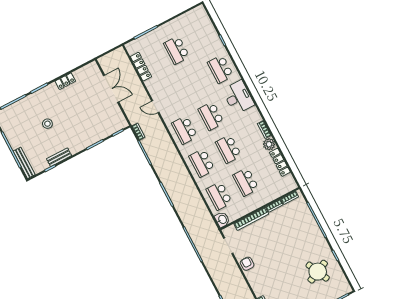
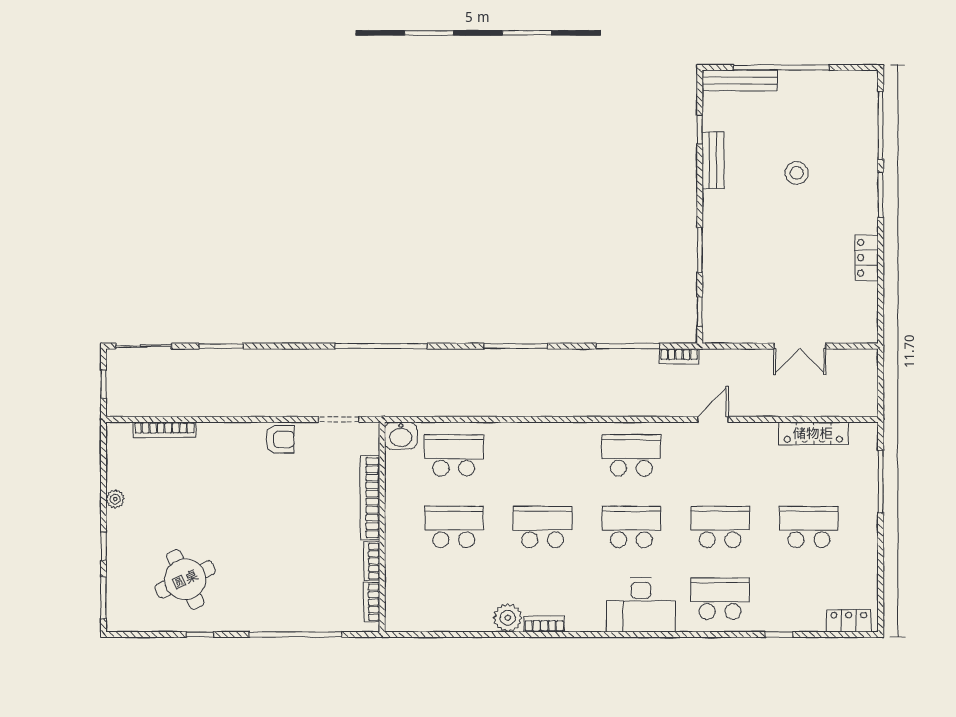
double door: (111, 89) -> (800, 346), width x0.73
locker: (280, 162) -> (849, 621), moved, width x0.66
school desk: (202, 163) -> (720, 527), moved

